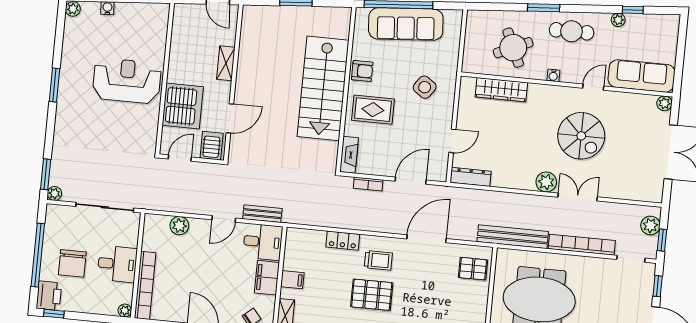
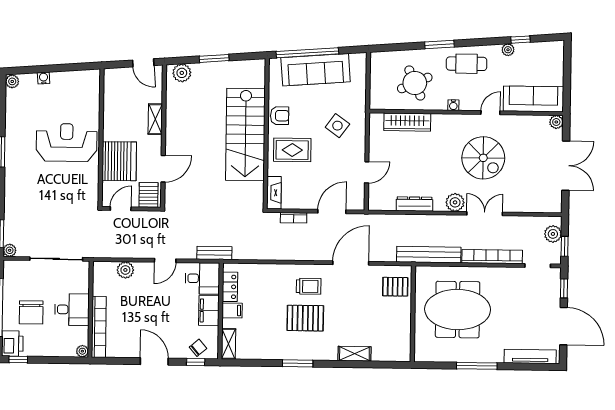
plant: (259, 15) -> (182, 73), added
dresser: (471, 177) -> (415, 204), moved
bench: (262, 214) -> (214, 253), moved
locker: (343, 241) -> (230, 287), moved, turned -90

